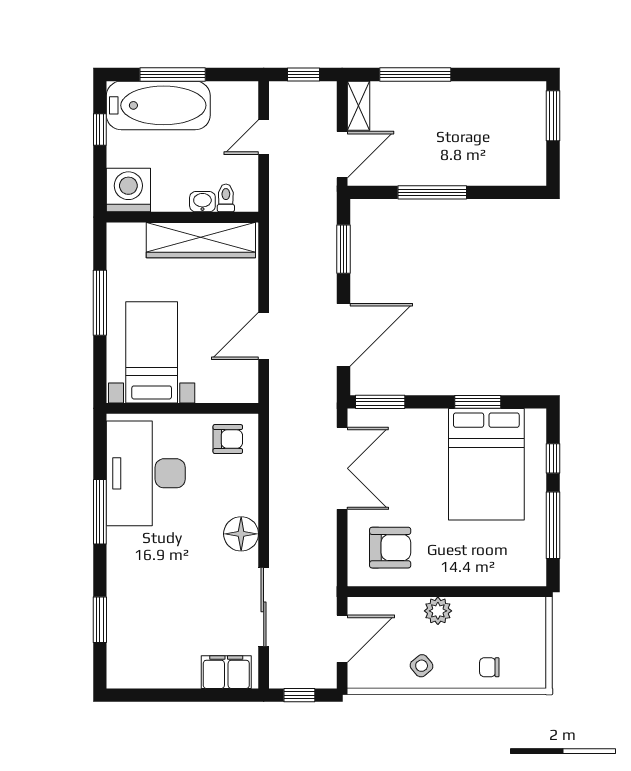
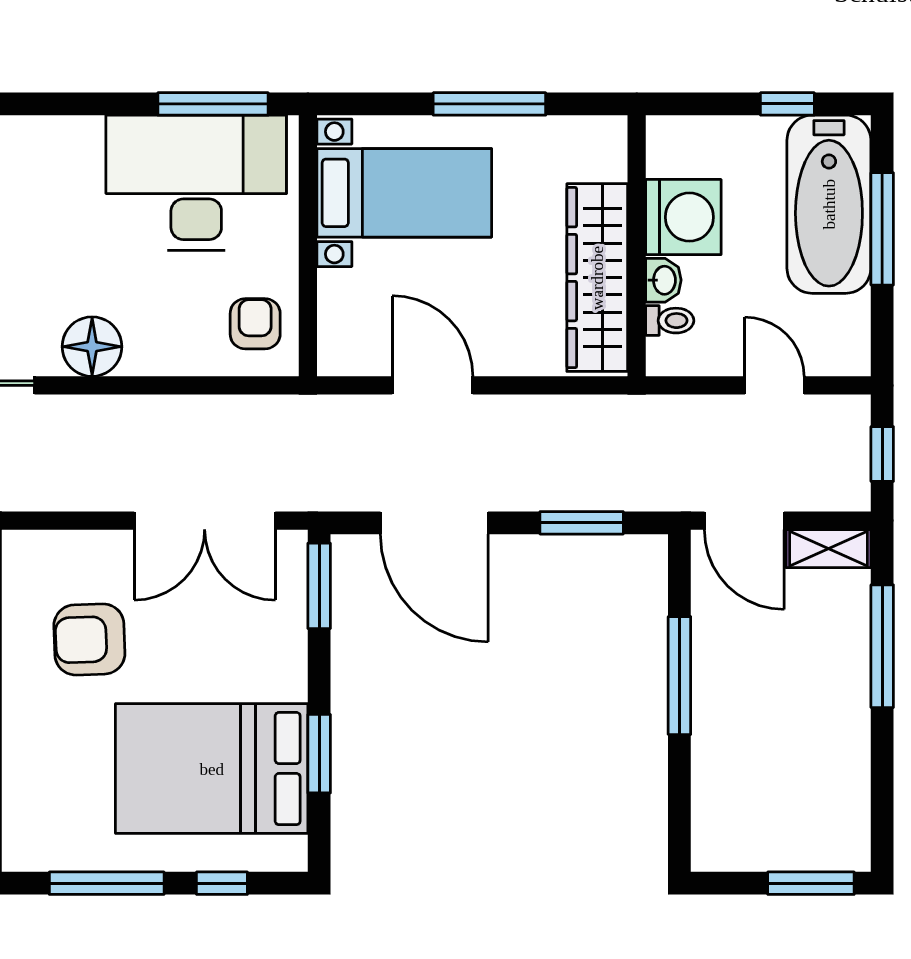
washing machine: (128, 190) -> (683, 217), moved
armchair: (228, 439) -> (255, 324), turned 180
window: (100, 512) -> (213, 104), moved
armchair: (390, 548) -> (89, 639), moved, turned 88

